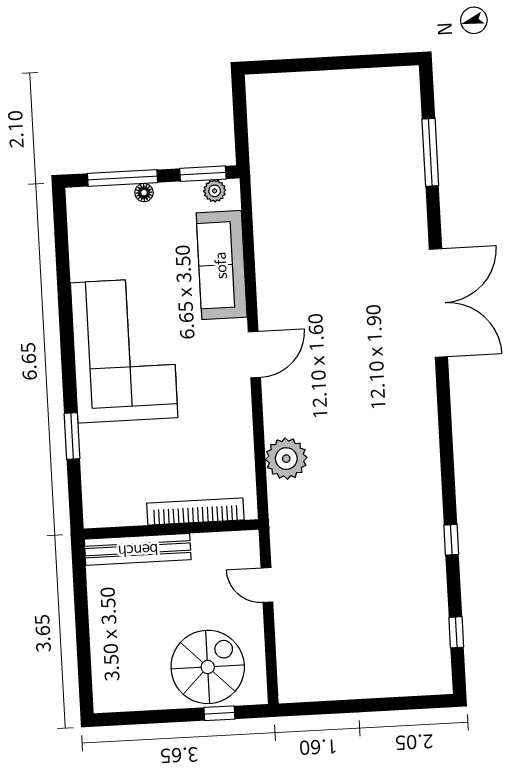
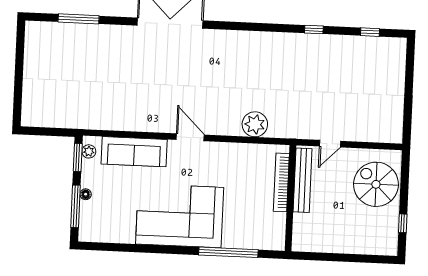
window: (72, 436) -> (228, 252), width x2.11
bench: (138, 549) -> (303, 180), moved
window: (219, 713) -> (403, 223), moved

